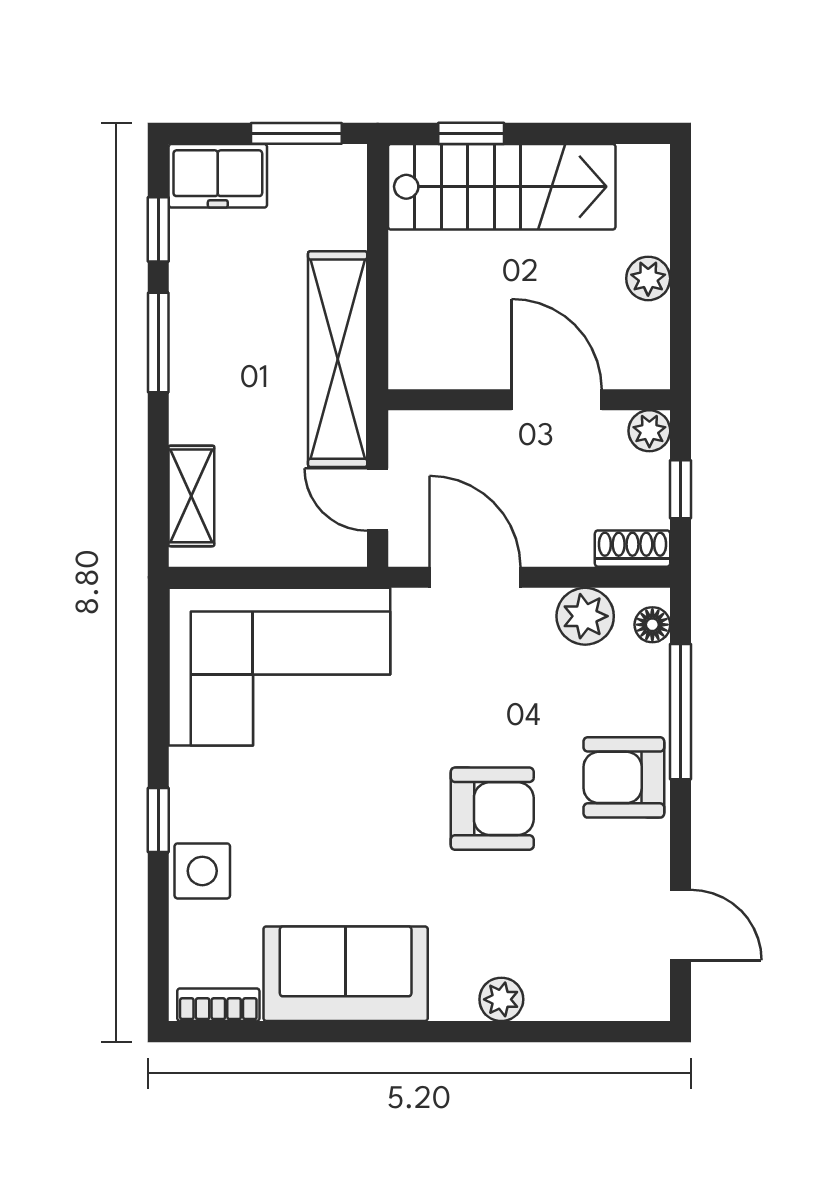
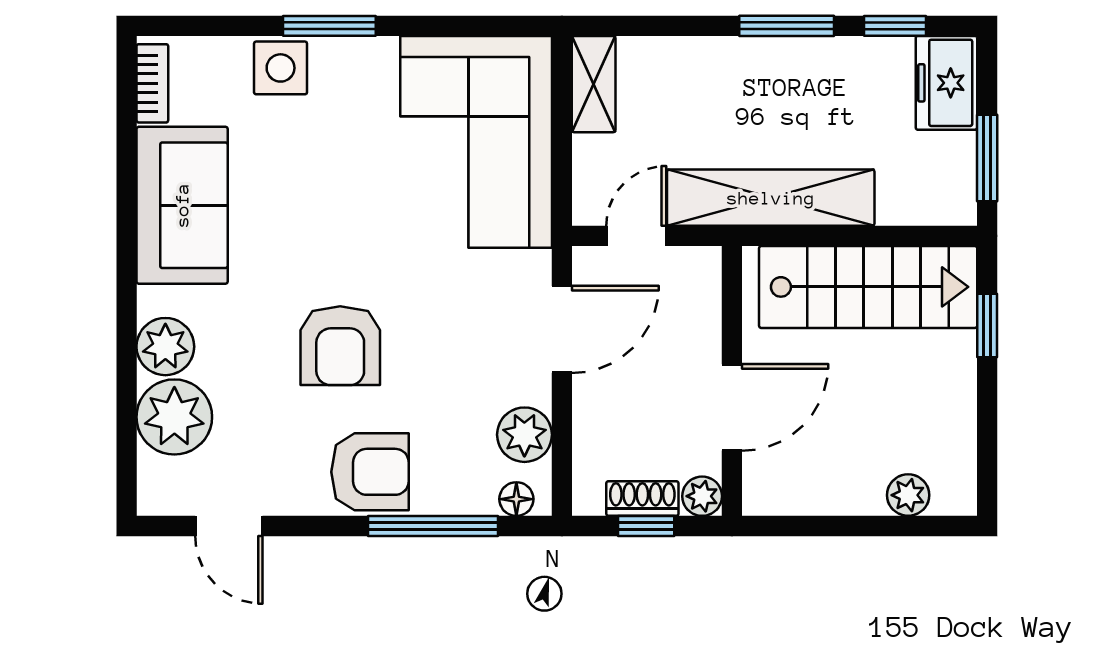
stairs: (502, 187) -> (868, 287), moved, turned -90
plant: (648, 278) -> (908, 495), moved
shelving: (191, 496) -> (594, 84), moved, turned 90
shoe rack: (632, 549) -> (642, 499), moved, turned -90
armchair: (624, 777) -> (370, 472), turned 90
window: (158, 820) -> (329, 26), width x1.50
door: (680, 925) -> (229, 526), hinge flipped
plant: (567, 982) -> (174, 417), added
plant: (501, 999) -> (165, 347), width x1.38, depth x1.38

